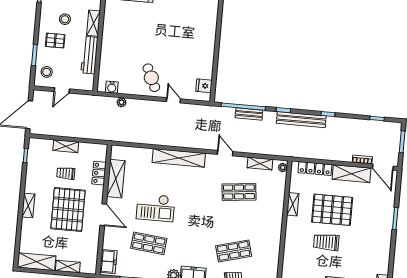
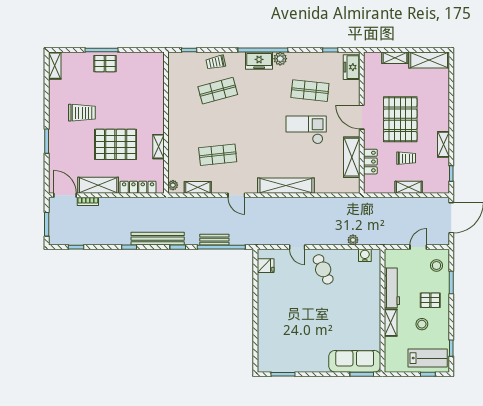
shelving: (28, 205) -> (443, 144), moved
trolley: (326, 242) -> (82, 113), moved

